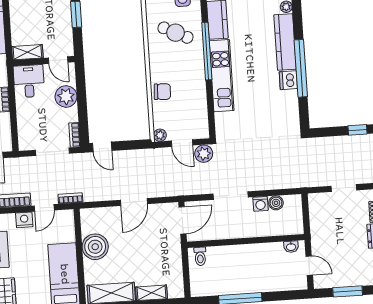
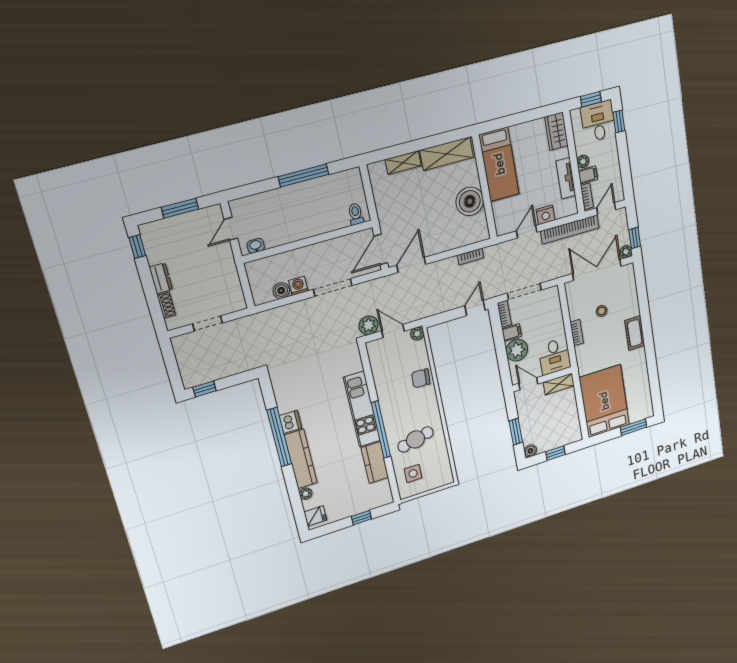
cafe table: (176, 33) -> (415, 439), turned -40
filing cabinet: (69, 115) -> (512, 333), added
door: (102, 147) -> (475, 308), hinge flipped
bookcase: (70, 198) -> (470, 256), moved
door: (134, 202) -> (411, 265), moved
door: (309, 266) -> (231, 229), hinge flipped

